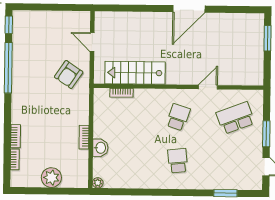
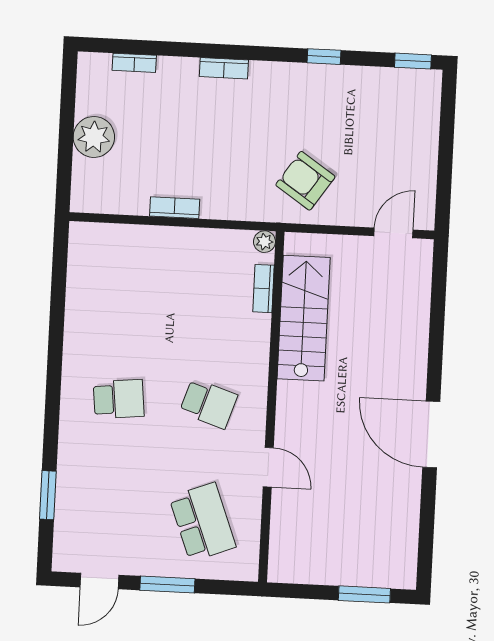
door: (92, 42) -> (393, 233), moved
window: (8, 68) -> (324, 57), width x0.32
bookcase: (16, 136) -> (224, 68), moved
washbasin: (100, 148) -> (152, 240), removed
plant: (98, 183) -> (264, 242), moved

